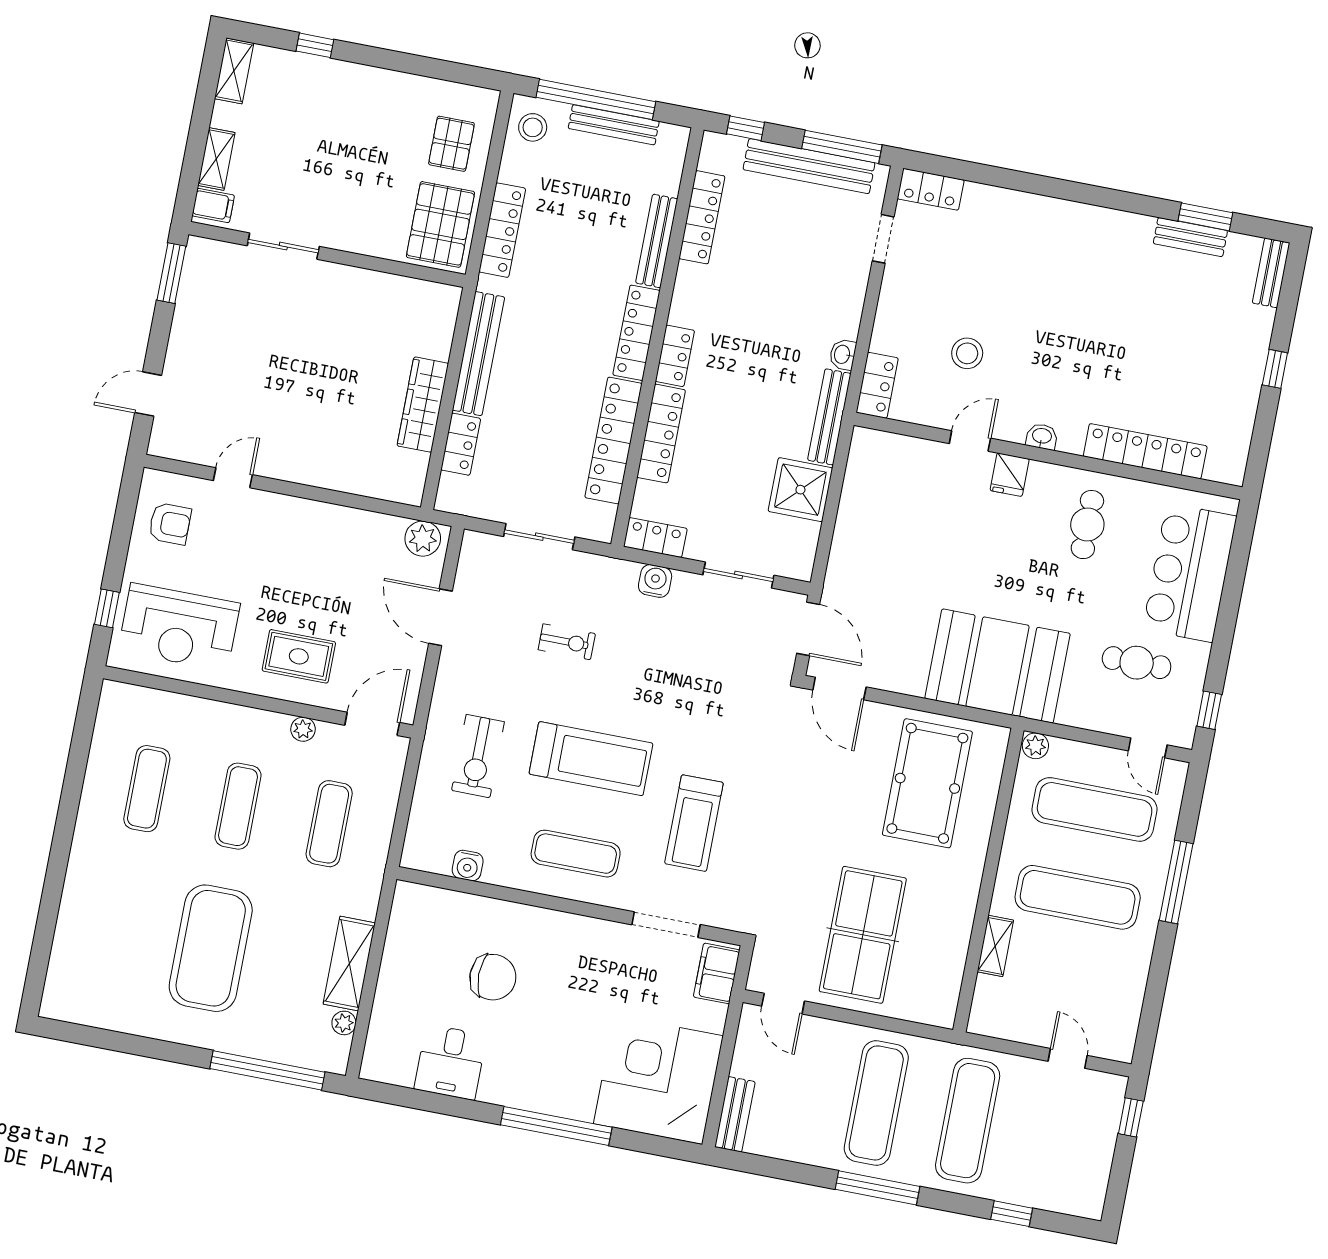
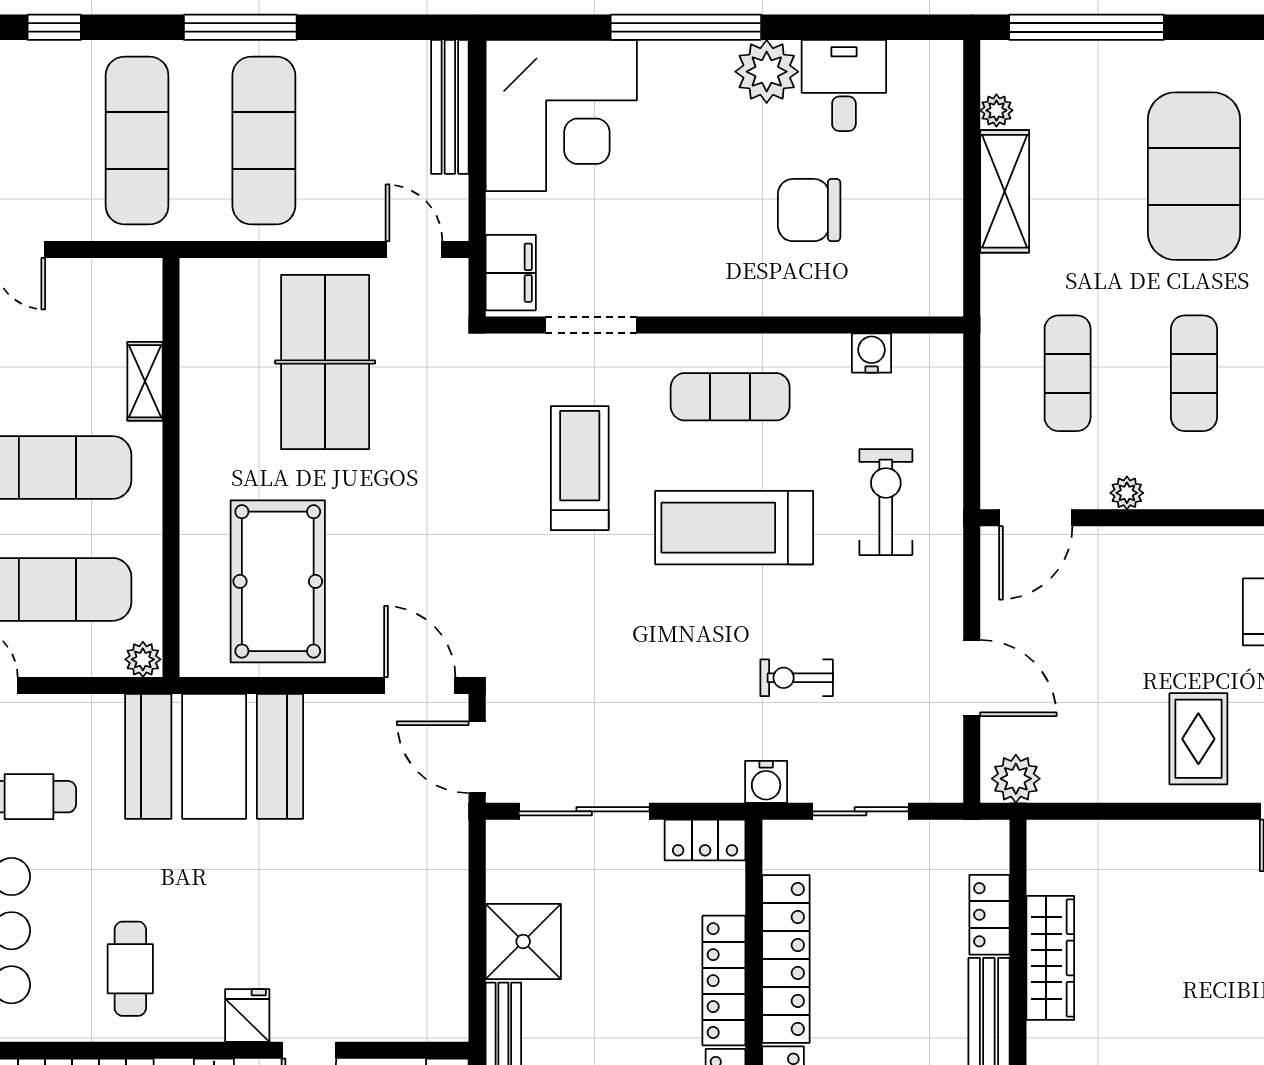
sliding door: (738, 575) -> (584, 811), width x1.37
water cooler: (655, 581) -> (766, 782), moved
rug: (299, 656) -> (1198, 739), moved, turned 90
plant: (504, 1083) -> (767, 72), added
bench: (735, 1114) -> (450, 107), width x1.36

